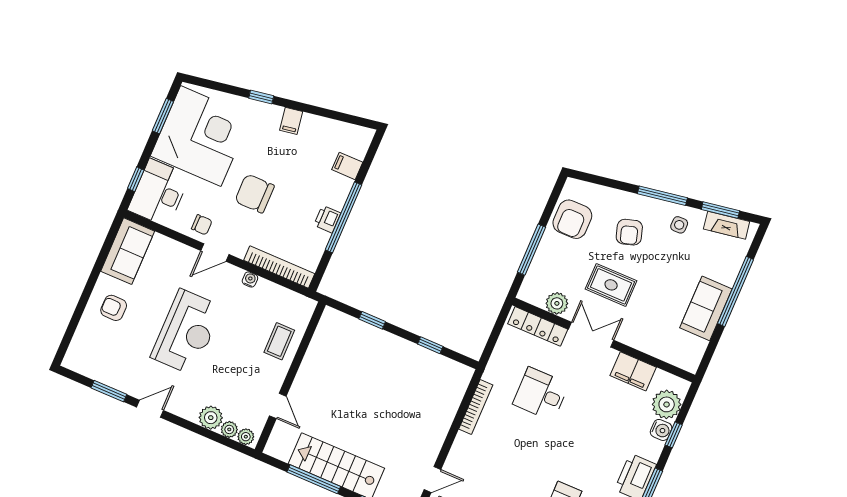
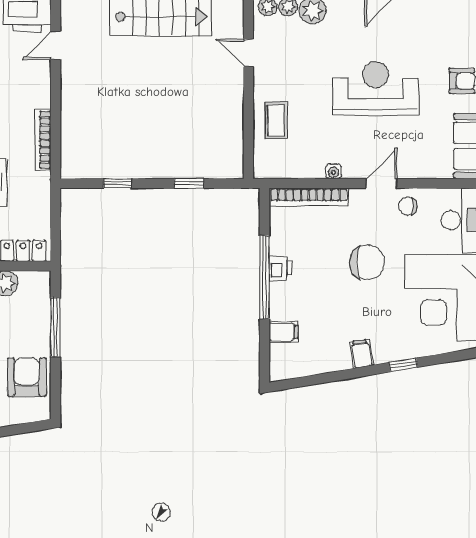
reception desk: (187, 332) -> (376, 89), turned 90

